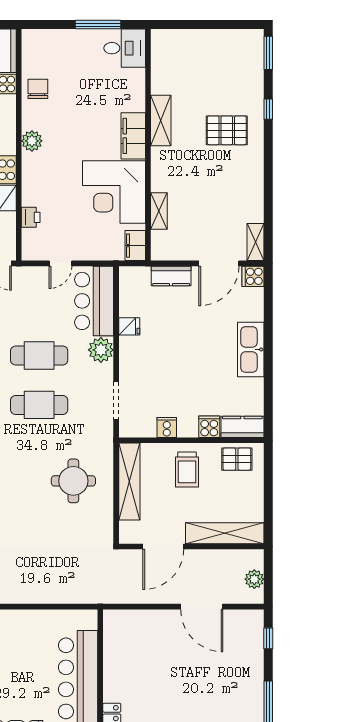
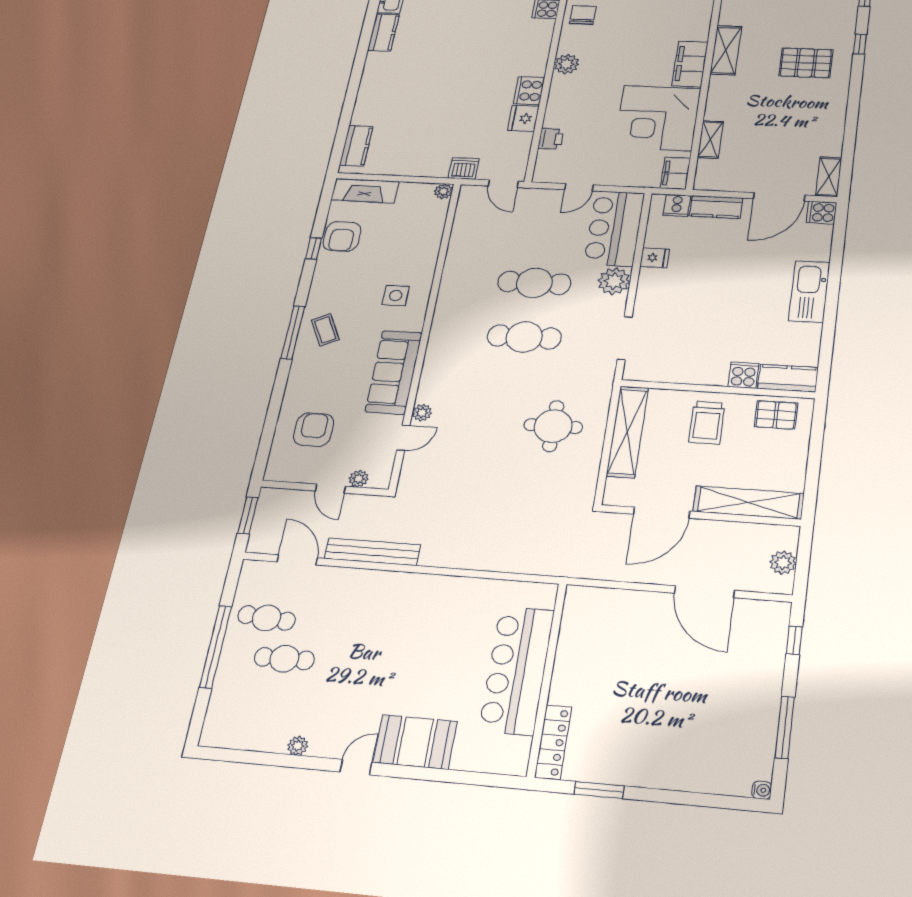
cooker: (167, 428) -> (677, 205), moved, turned 180

